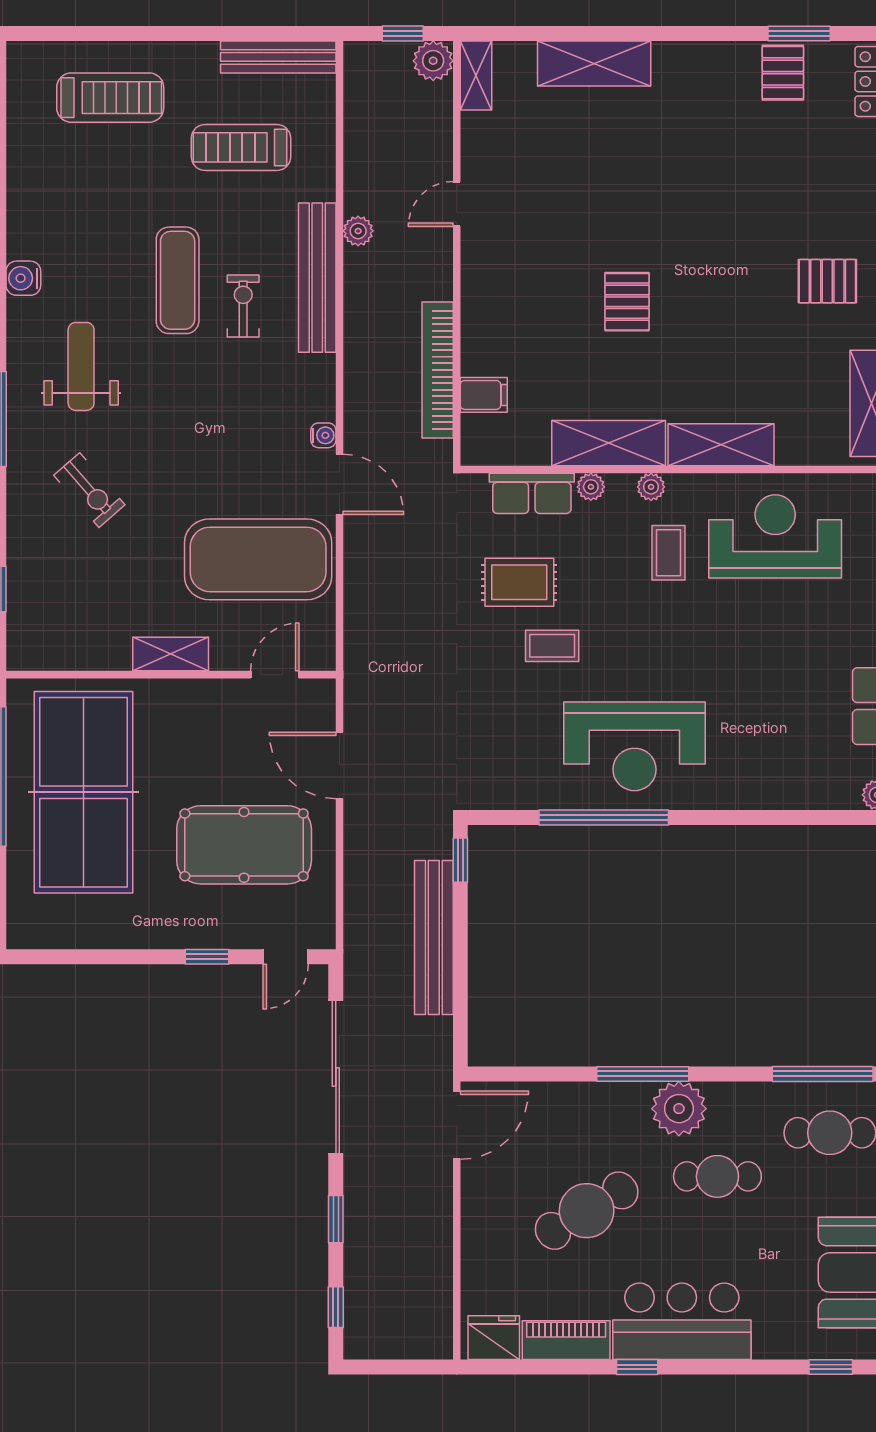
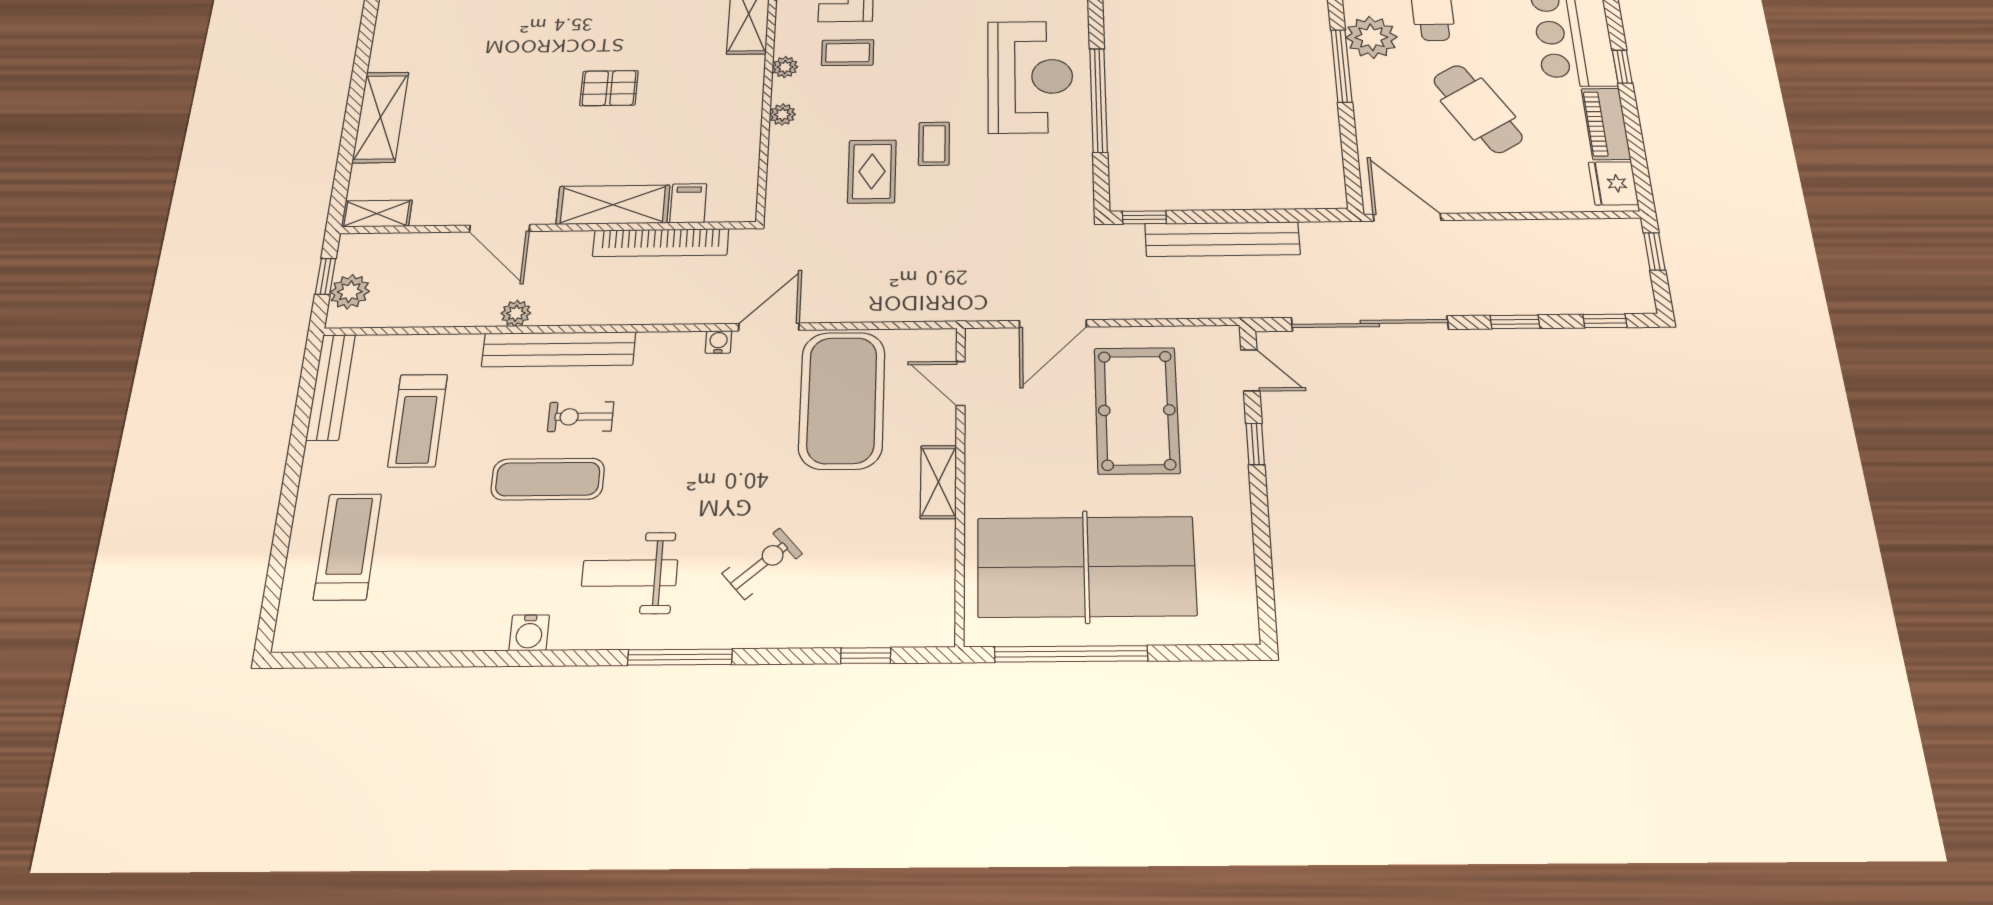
plant: (433, 61) -> (350, 292), moved
door: (457, 204) -> (500, 228), width x1.38
shelving: (609, 443) -> (613, 205), moved, turned 90
row of seats: (532, 493) -> (786, 162), removed
window: (414, 1367) -> (1654, 251), added

